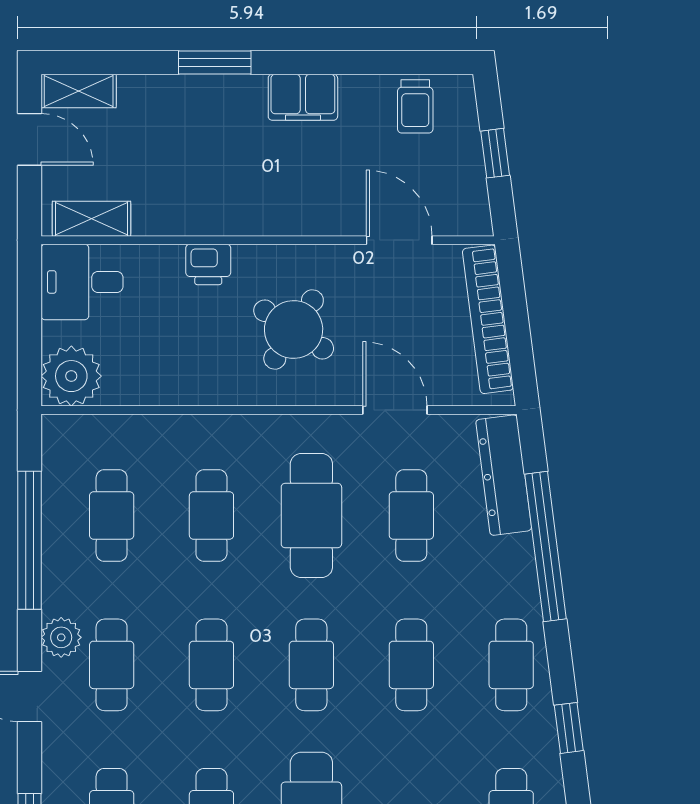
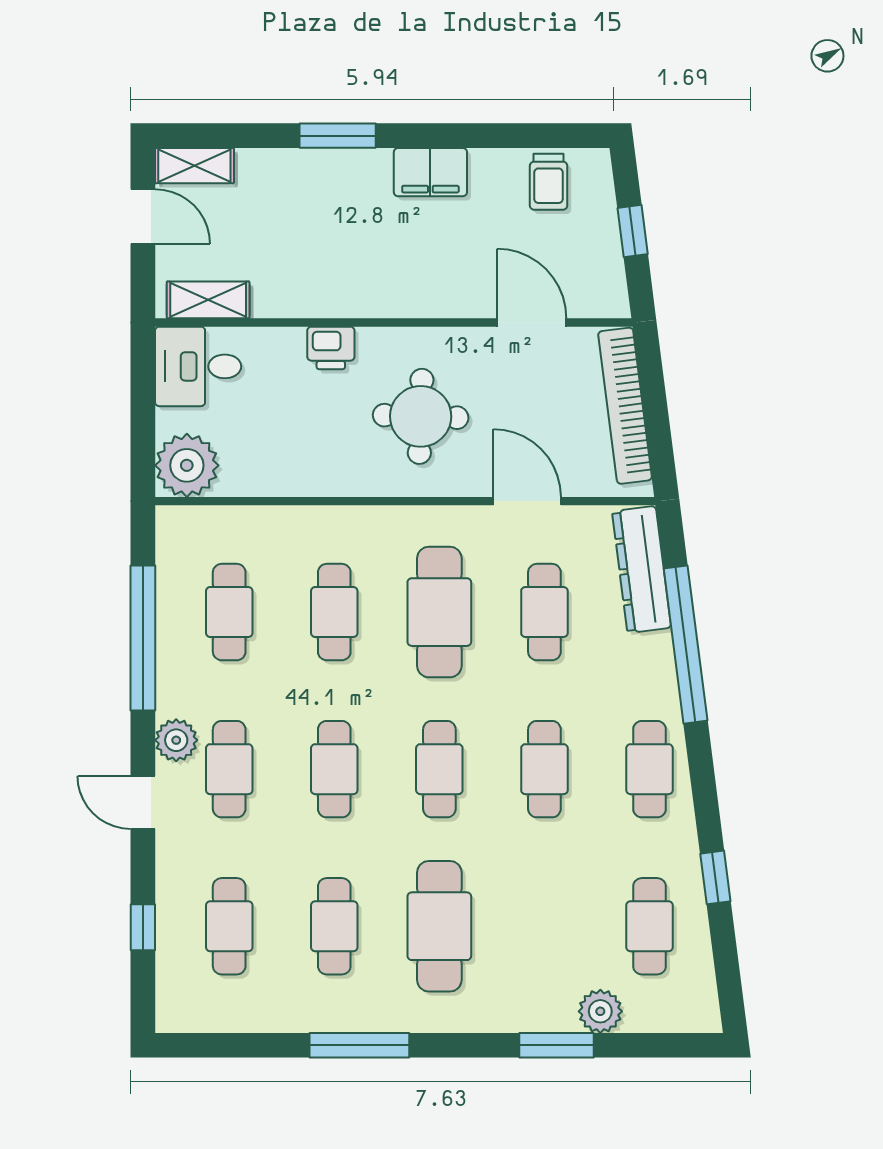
round table: (294, 330) -> (421, 416), turned -31
window: (569, 728) -> (715, 877), moved

